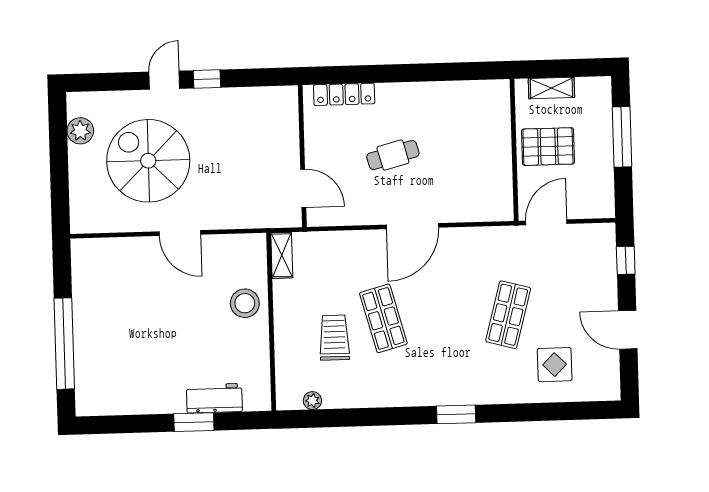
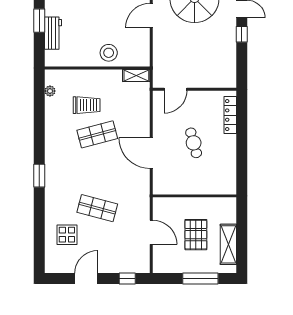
shelving: (551, 88) -> (228, 244), width x1.50, depth x1.33
wall: (514, 150) -> (194, 196), moved

